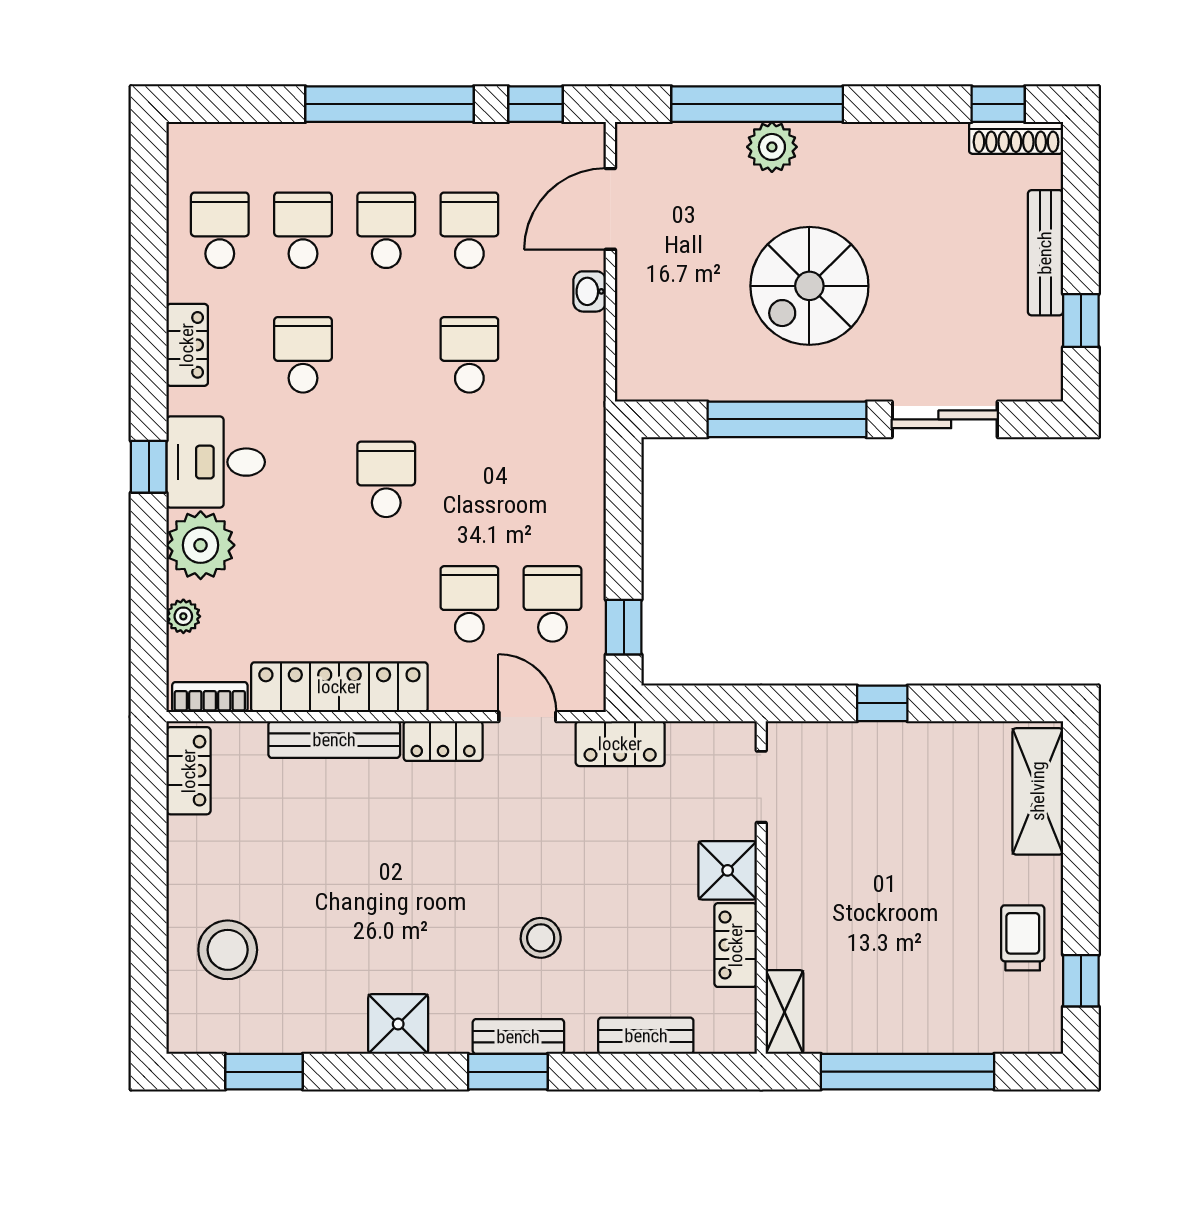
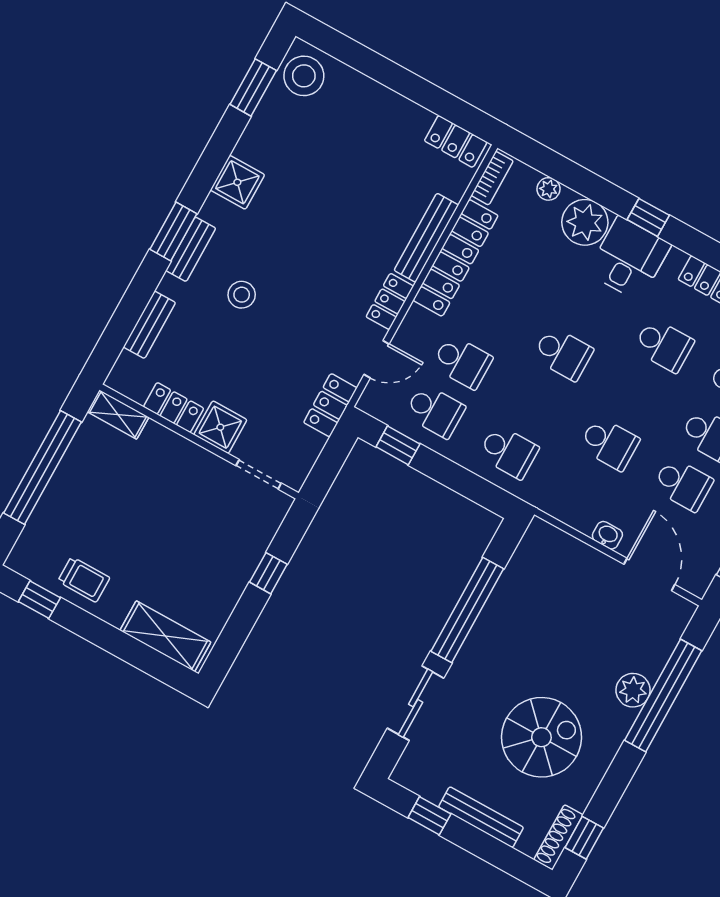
spiral stairs: (809, 286) -> (541, 737), moved, turned 90
school desk: (553, 479) -> (509, 452), added
stool: (228, 950) -> (304, 76), moved

